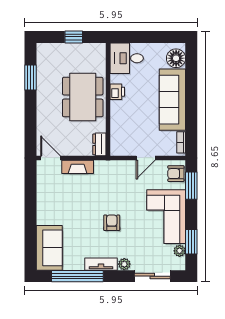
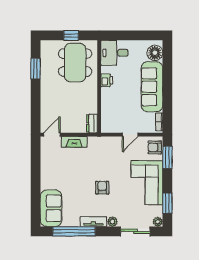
dining table: (83, 97) -> (75, 63), moved
door: (50, 158) -> (52, 135), hinge flipped
plant: (180, 251) -> (158, 222), moved

